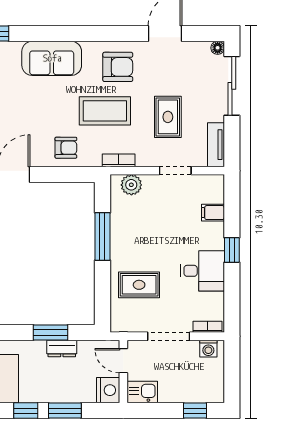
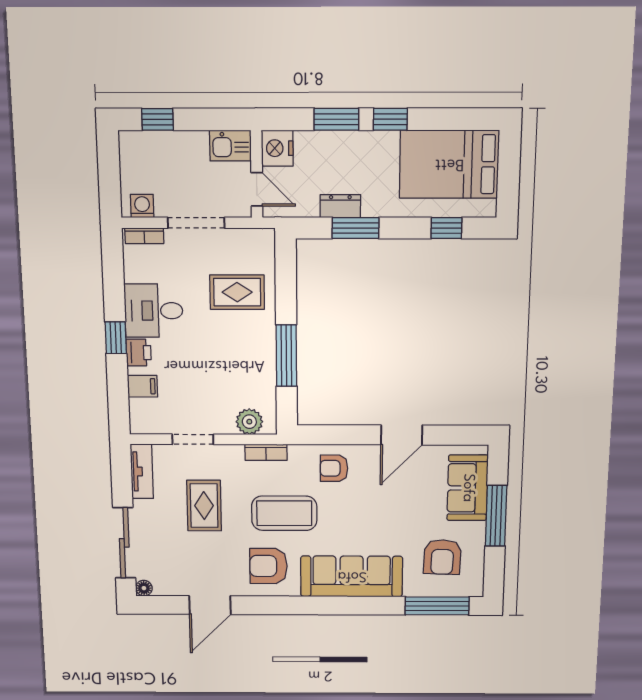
sofa: (52, 58) -> (352, 576), width x1.36
printer: (215, 239) -> (139, 353), added

